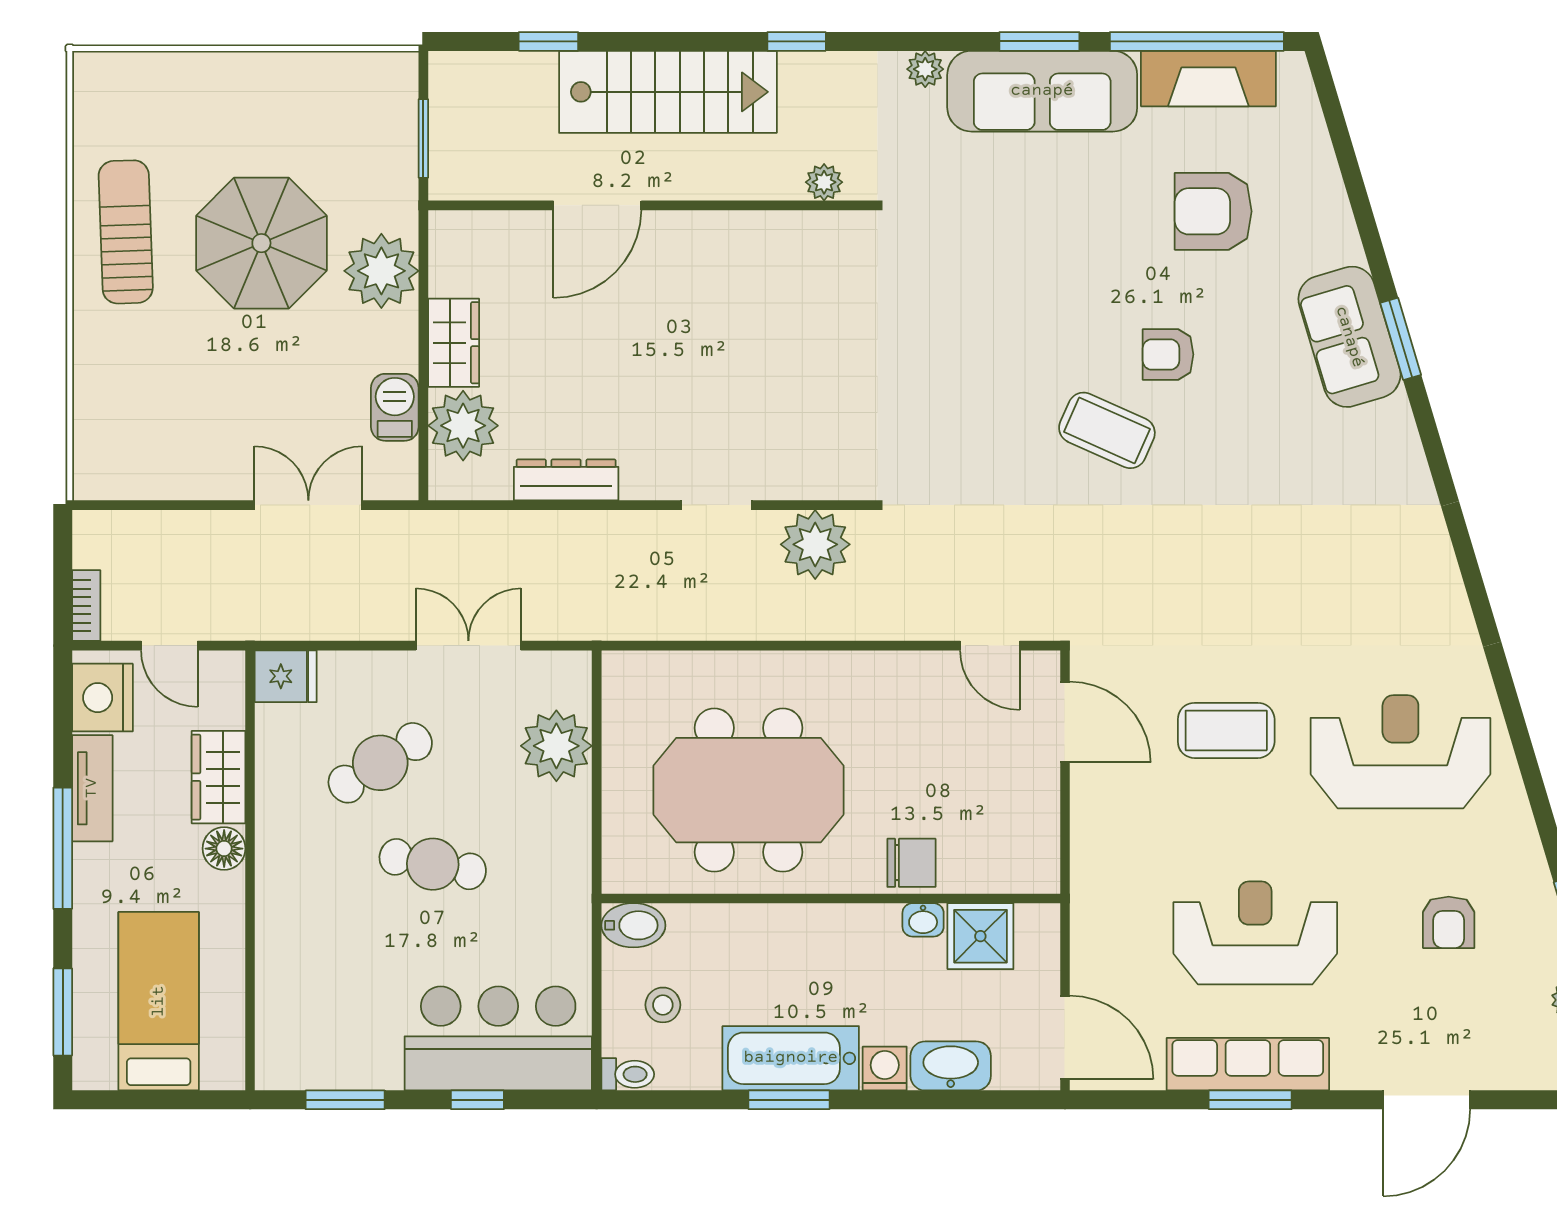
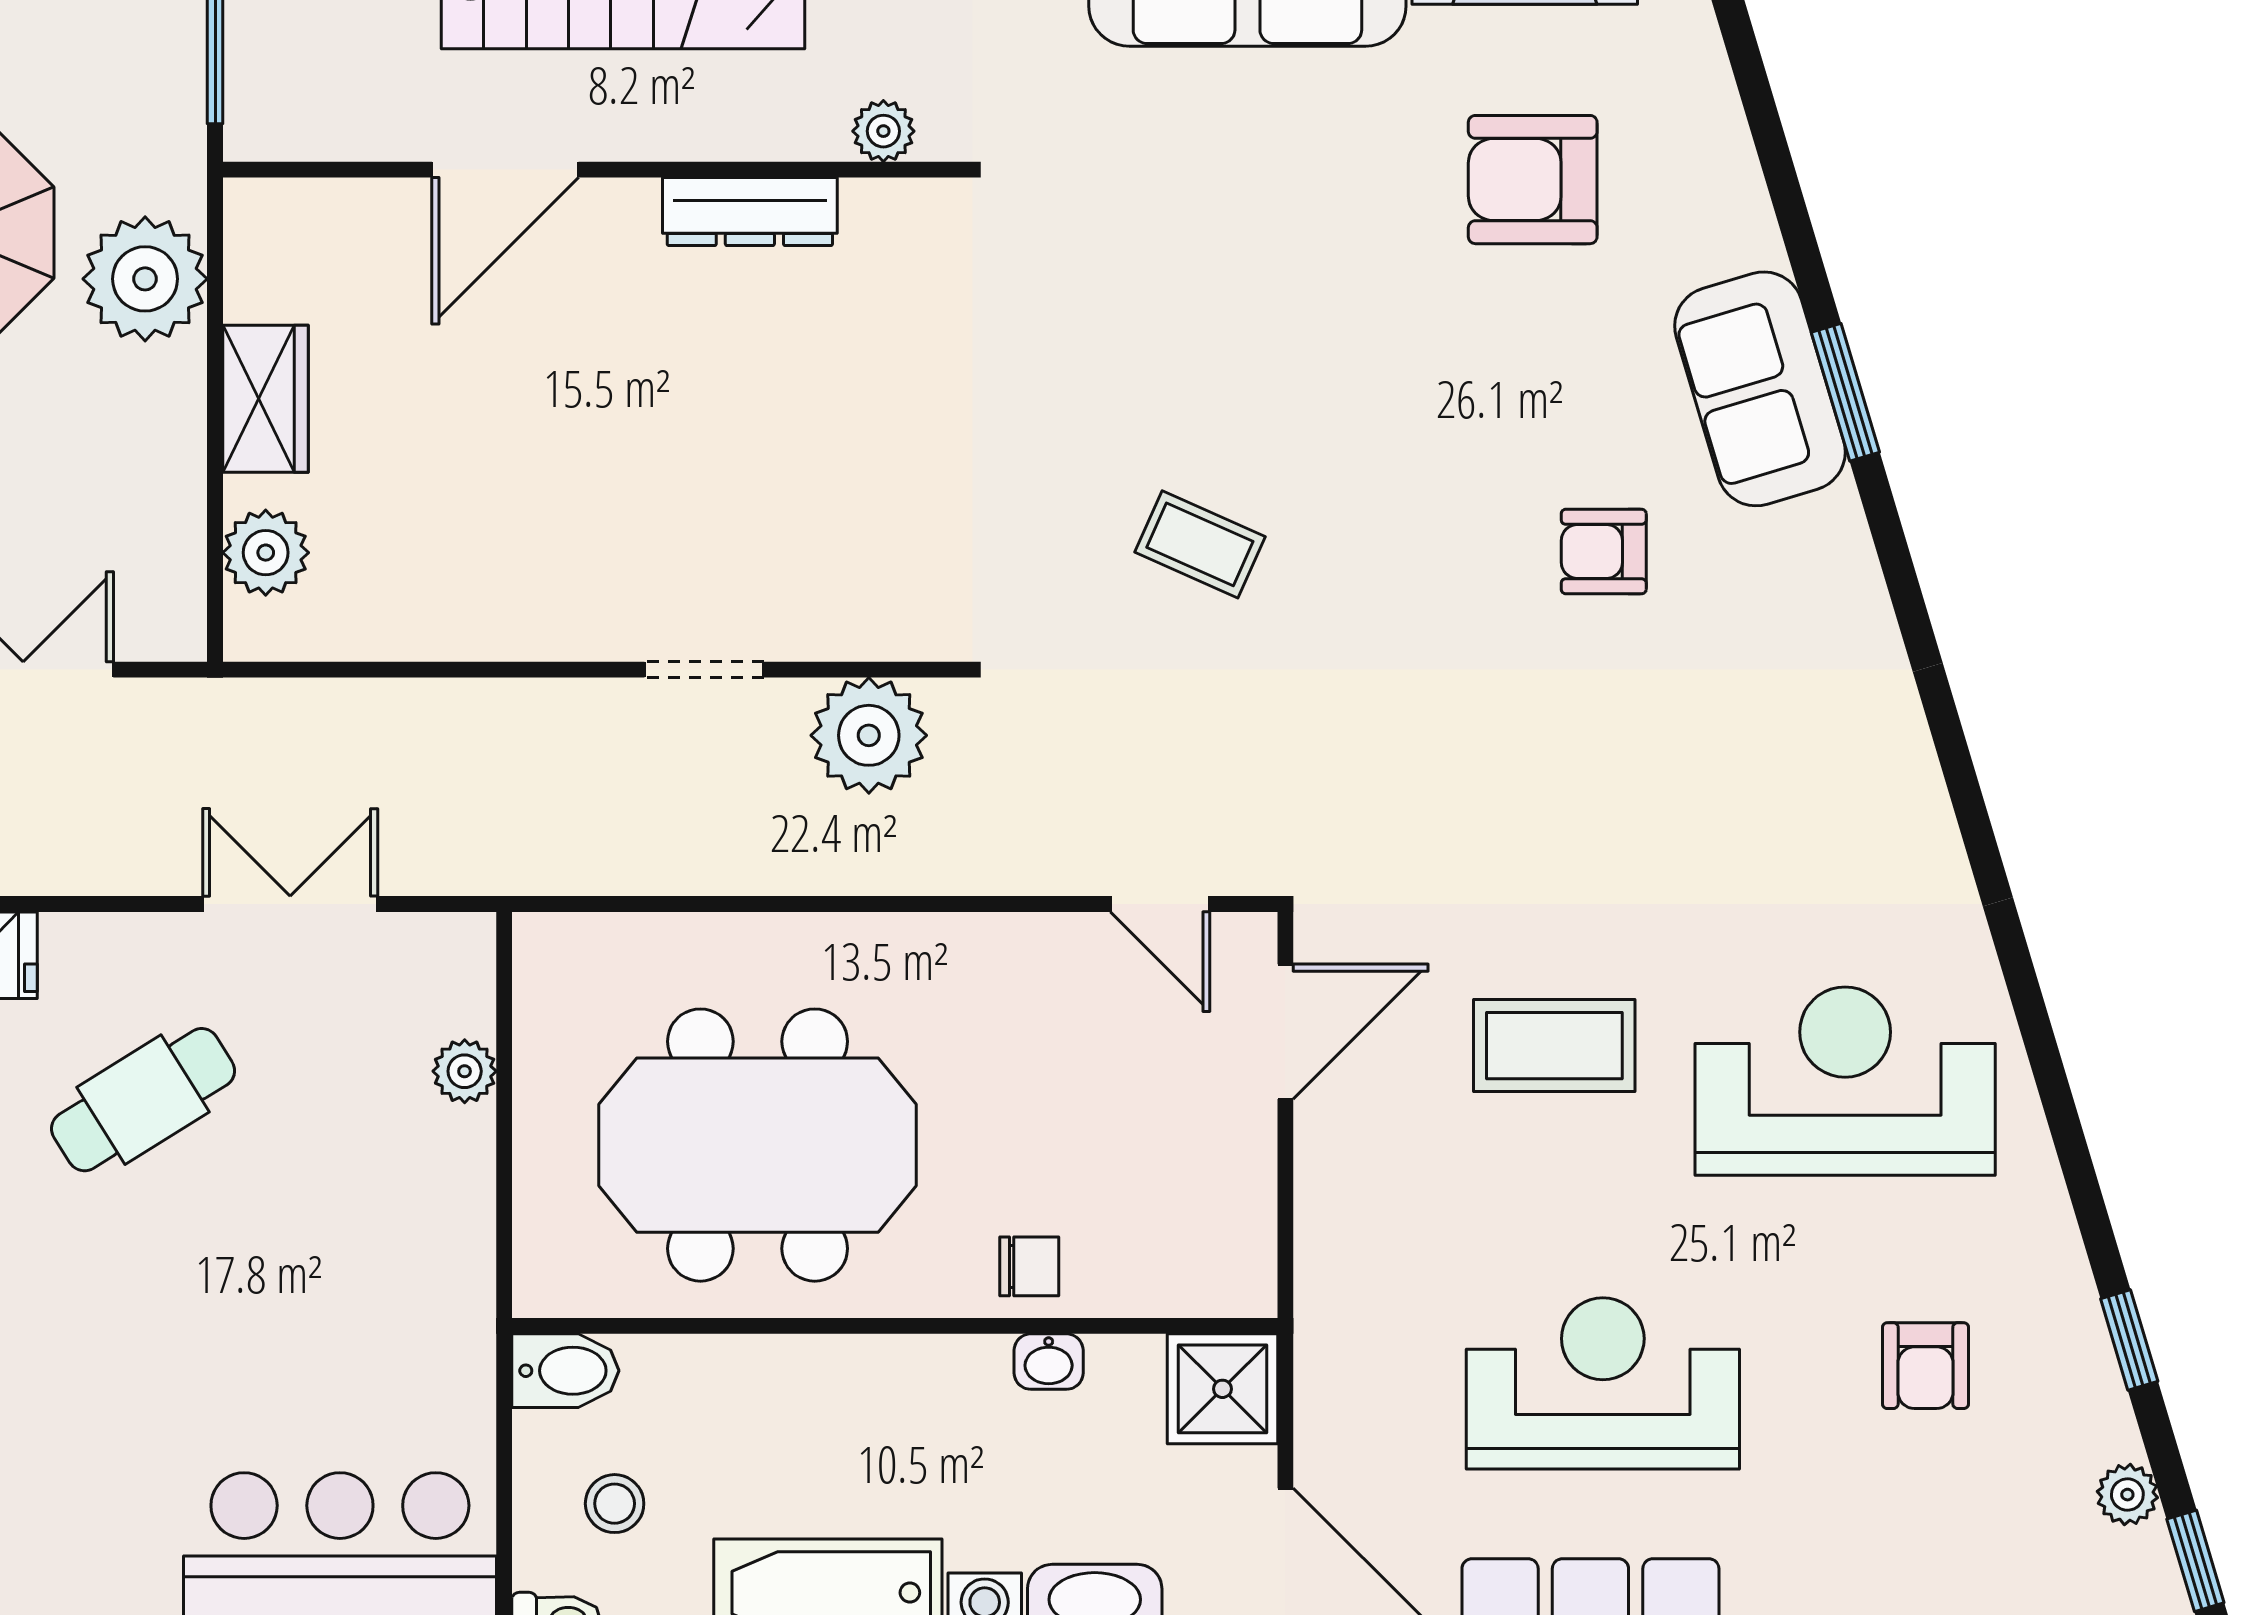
armchair: (1168, 354) -> (1604, 551), moved
barbecue: (395, 407) -> (167, 507), removed
plant: (463, 426) -> (266, 553), width x0.73, depth x0.73
coffee table: (1107, 430) -> (1200, 544), moved, width x0.73, depth x0.77
dresser: (566, 480) -> (750, 212), moved, turned 180
door: (1065, 722) -> (1285, 1032), hinge flipped
plant: (556, 746) -> (465, 1071), width x0.53, depth x0.53
chair: (911, 863) -> (1029, 1266), width x0.73, depth x0.73
cafe table: (433, 864) -> (231, 1269), removed
shower: (980, 936) -> (1222, 1389), moved

